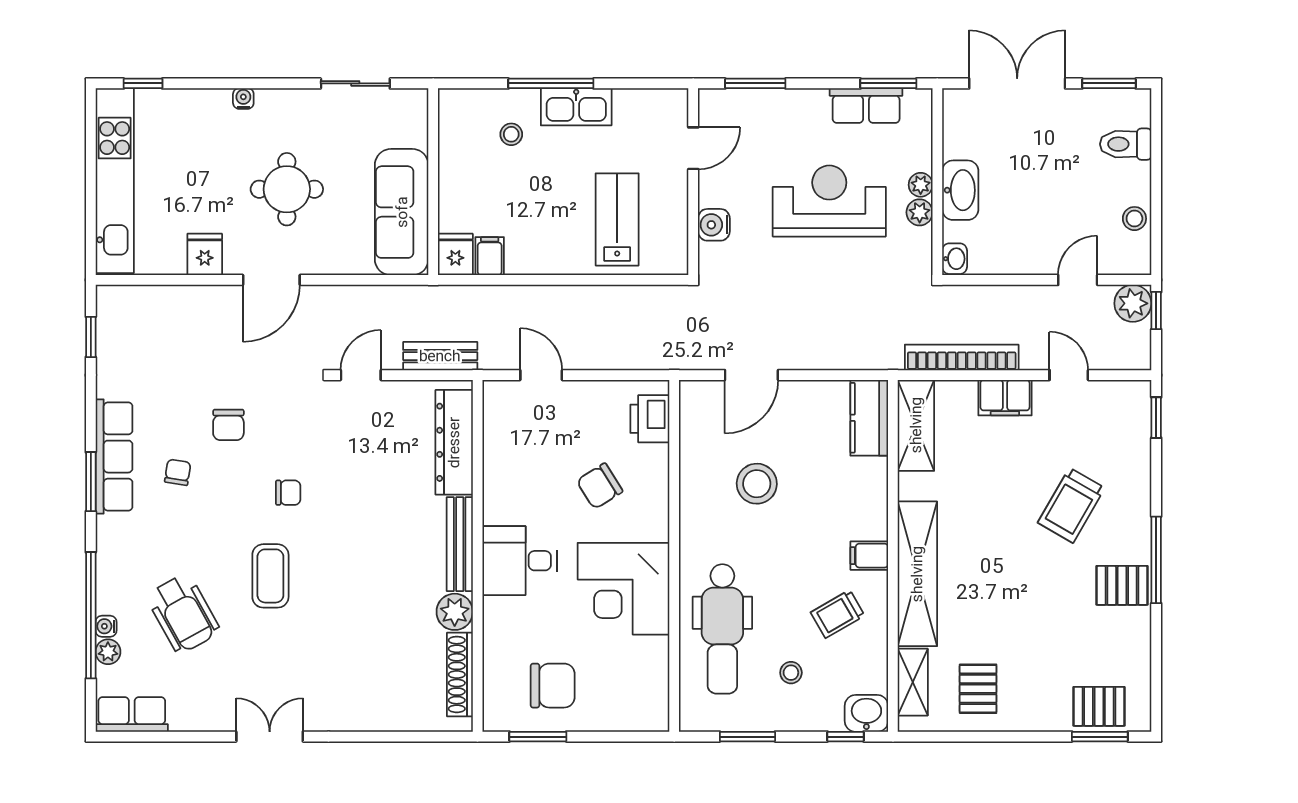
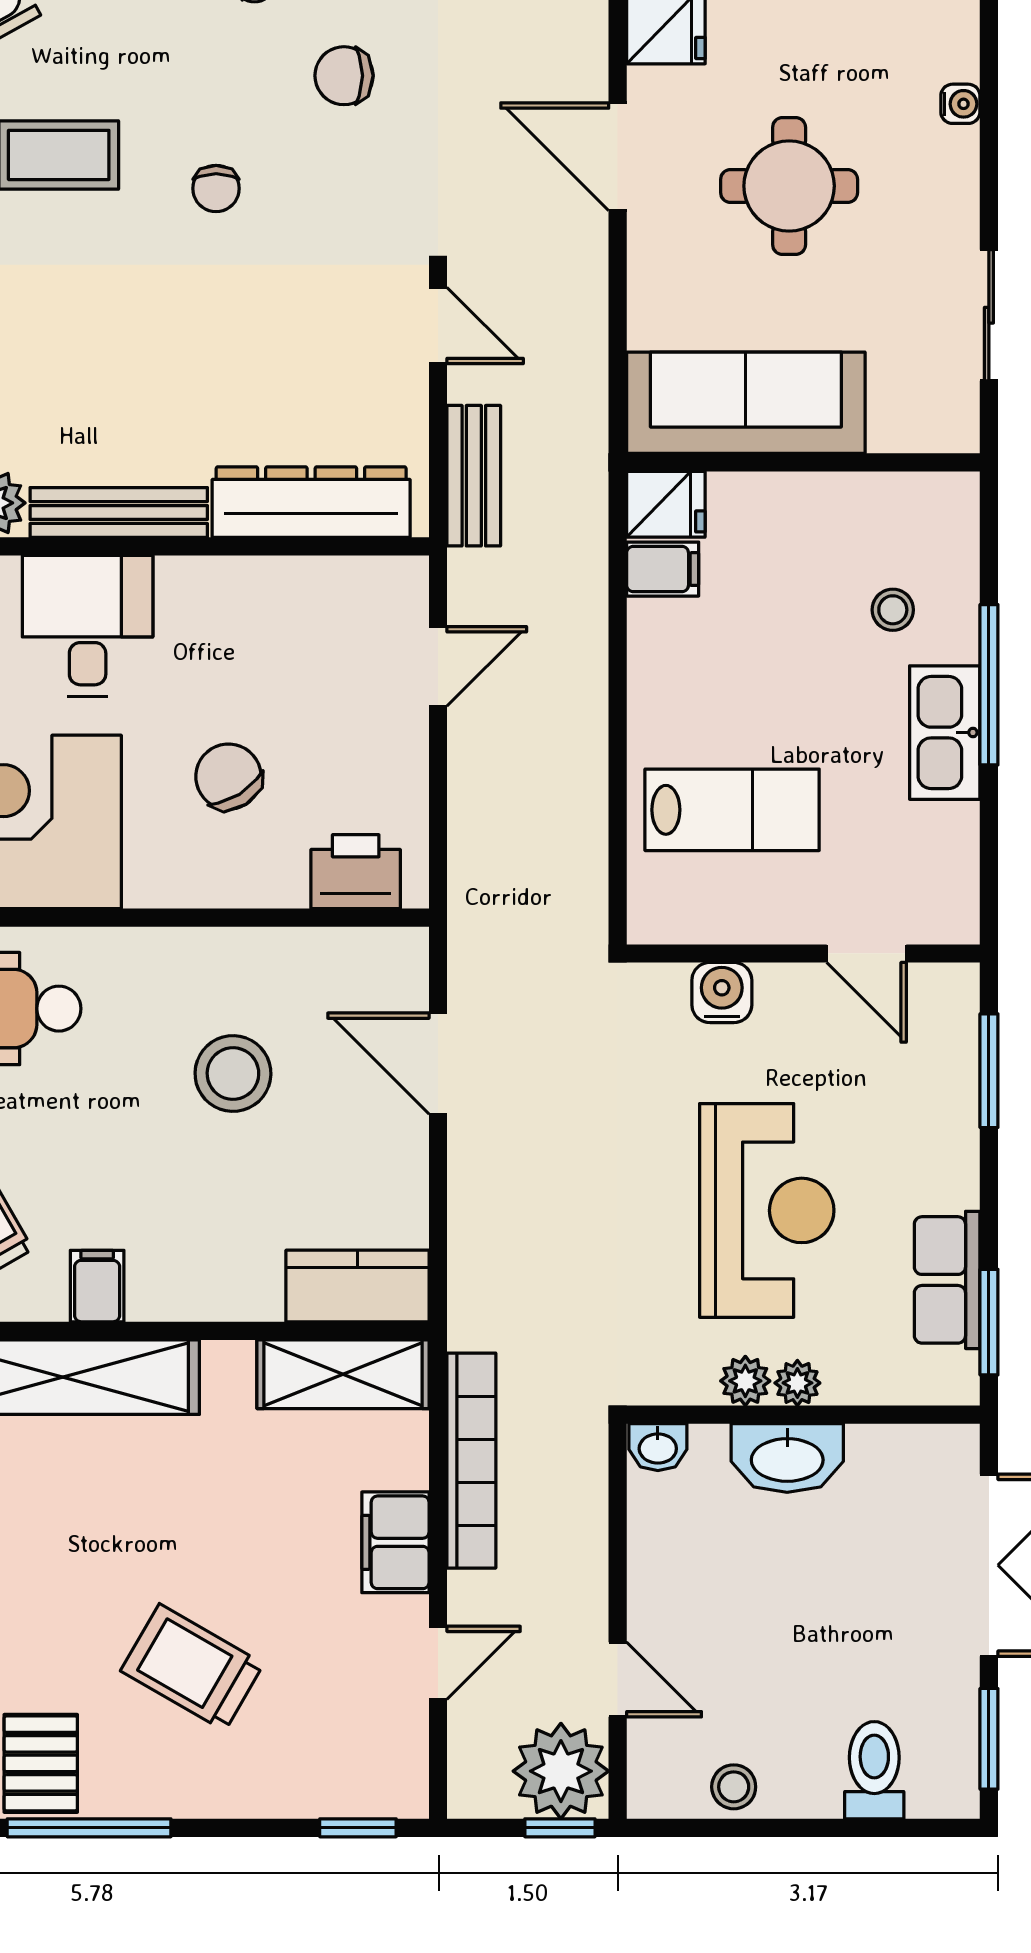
plant: (1133, 303) -> (561, 1771), width x1.36, depth x1.36

